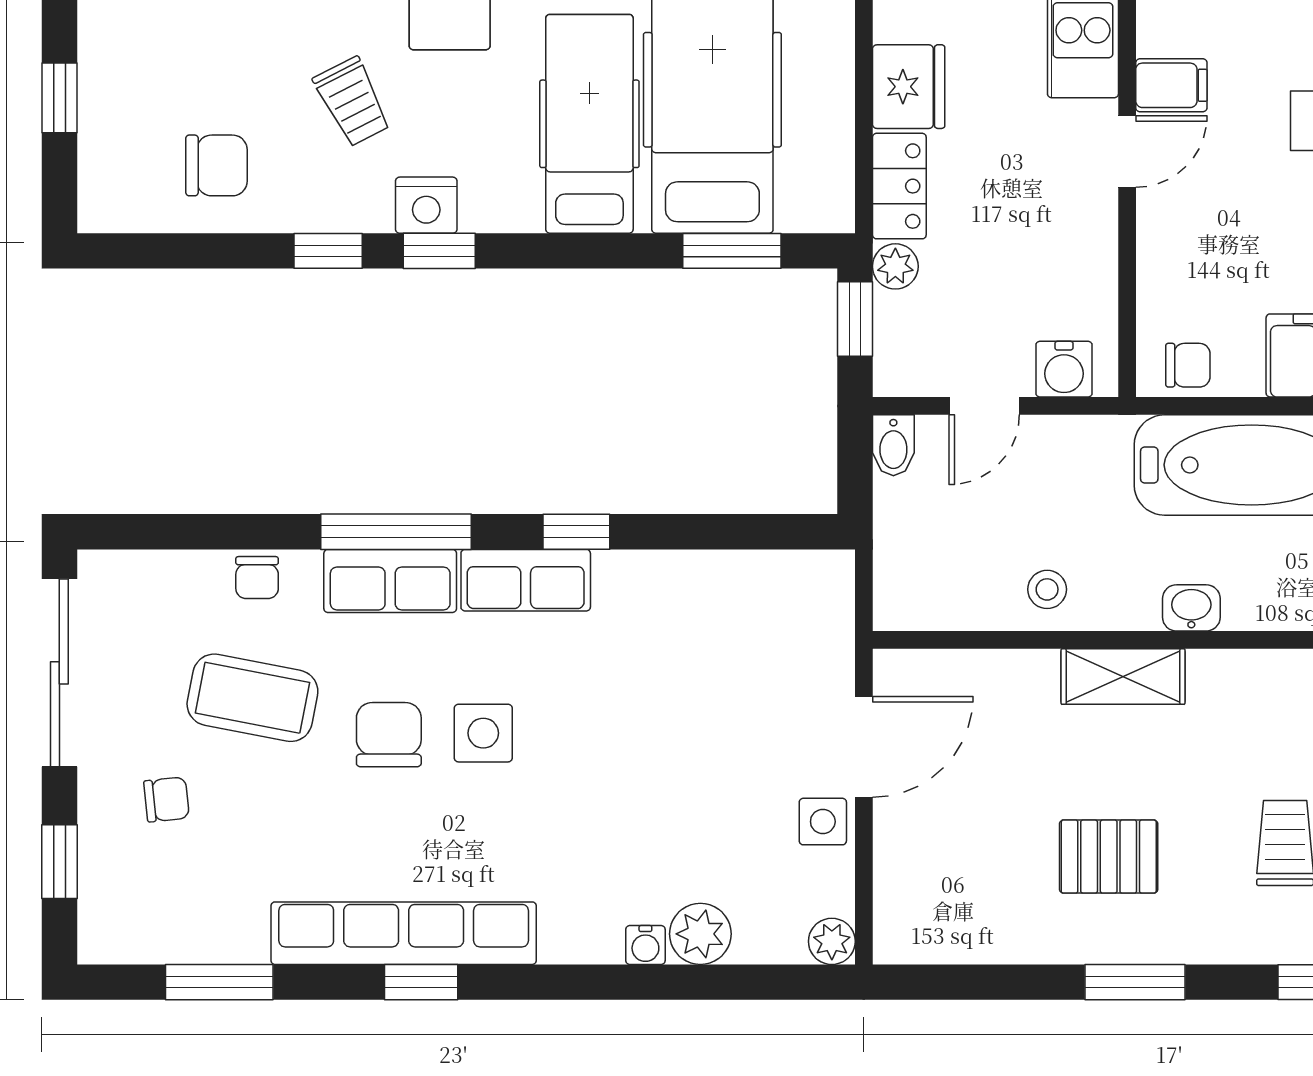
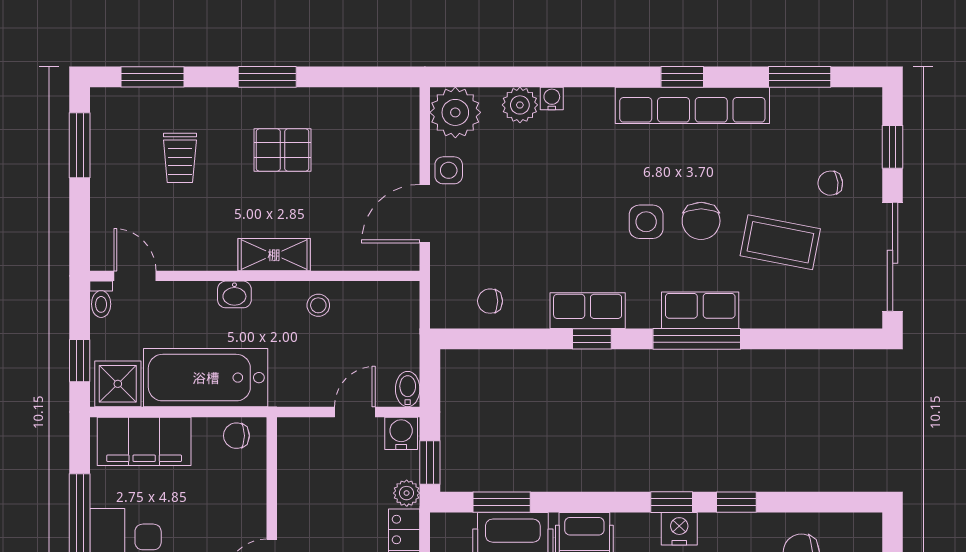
water cooler: (1064, 369) -> (401, 433), moved
chair: (257, 578) -> (490, 301), moved, turned -90
row of seats: (526, 580) -> (588, 311), moved
plant: (832, 941) -> (455, 112), width x1.88, depth x1.88

